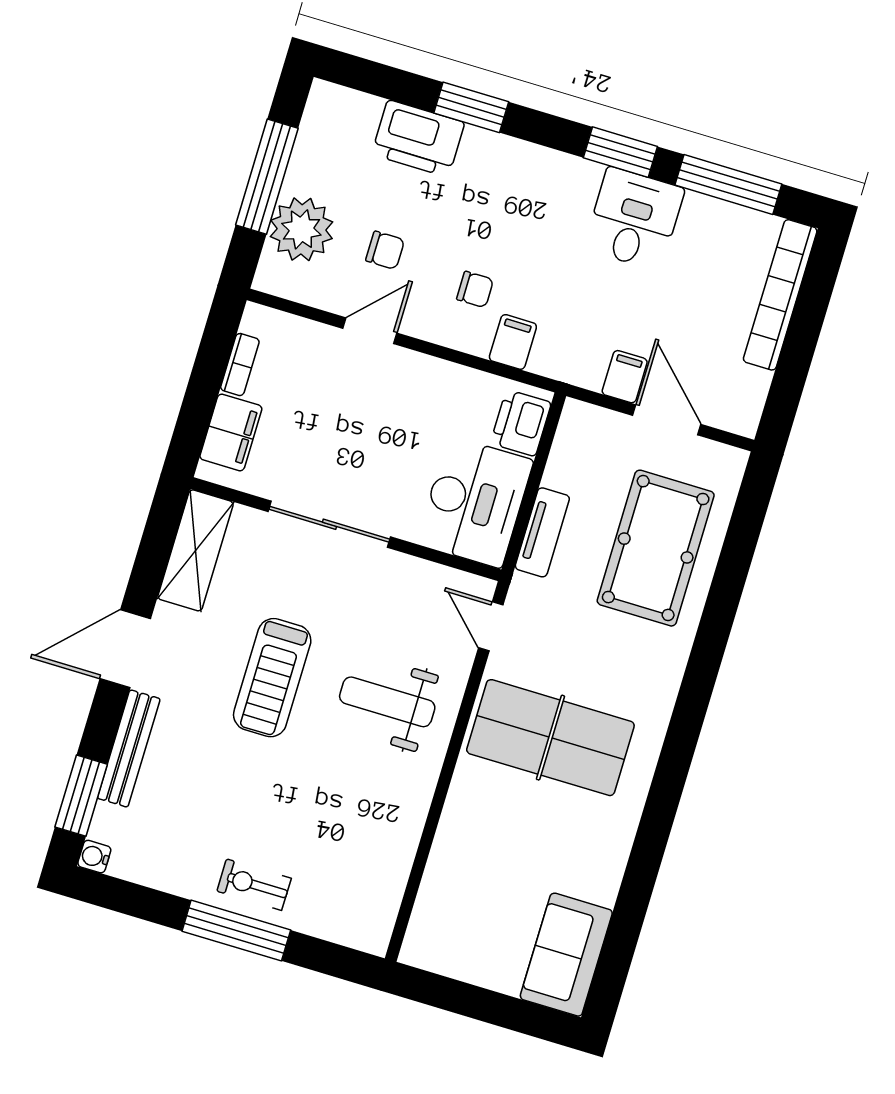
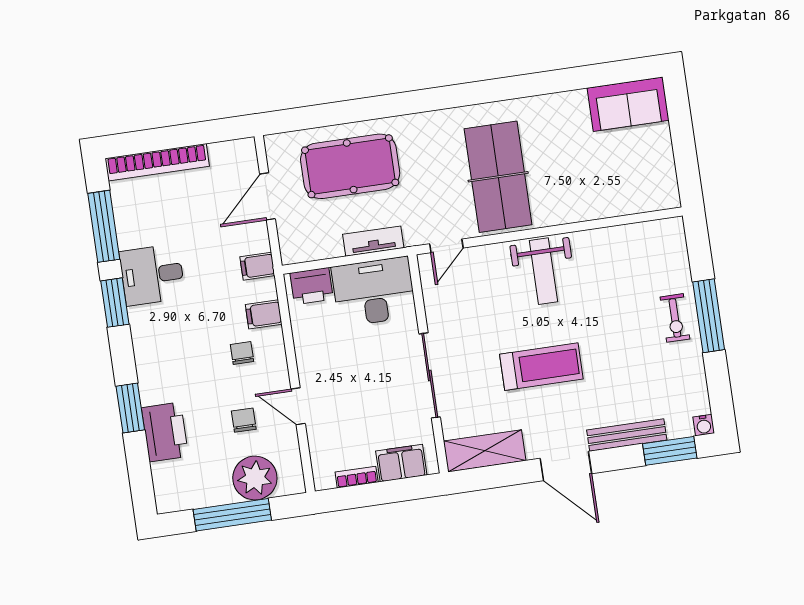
filing cabinet: (625, 377) -> (257, 266), moved
weight bench: (387, 702) -> (543, 271), moved

